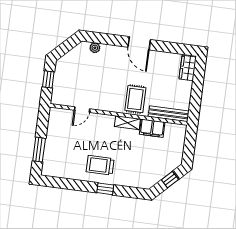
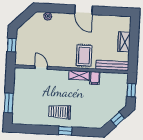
wardrobe: (188, 68) -> (124, 42), moved
door: (82, 110) -> (41, 68), swing flipped
filing cabinet: (152, 128) -> (95, 78), width x0.50
window: (190, 146) -> (131, 90), added

